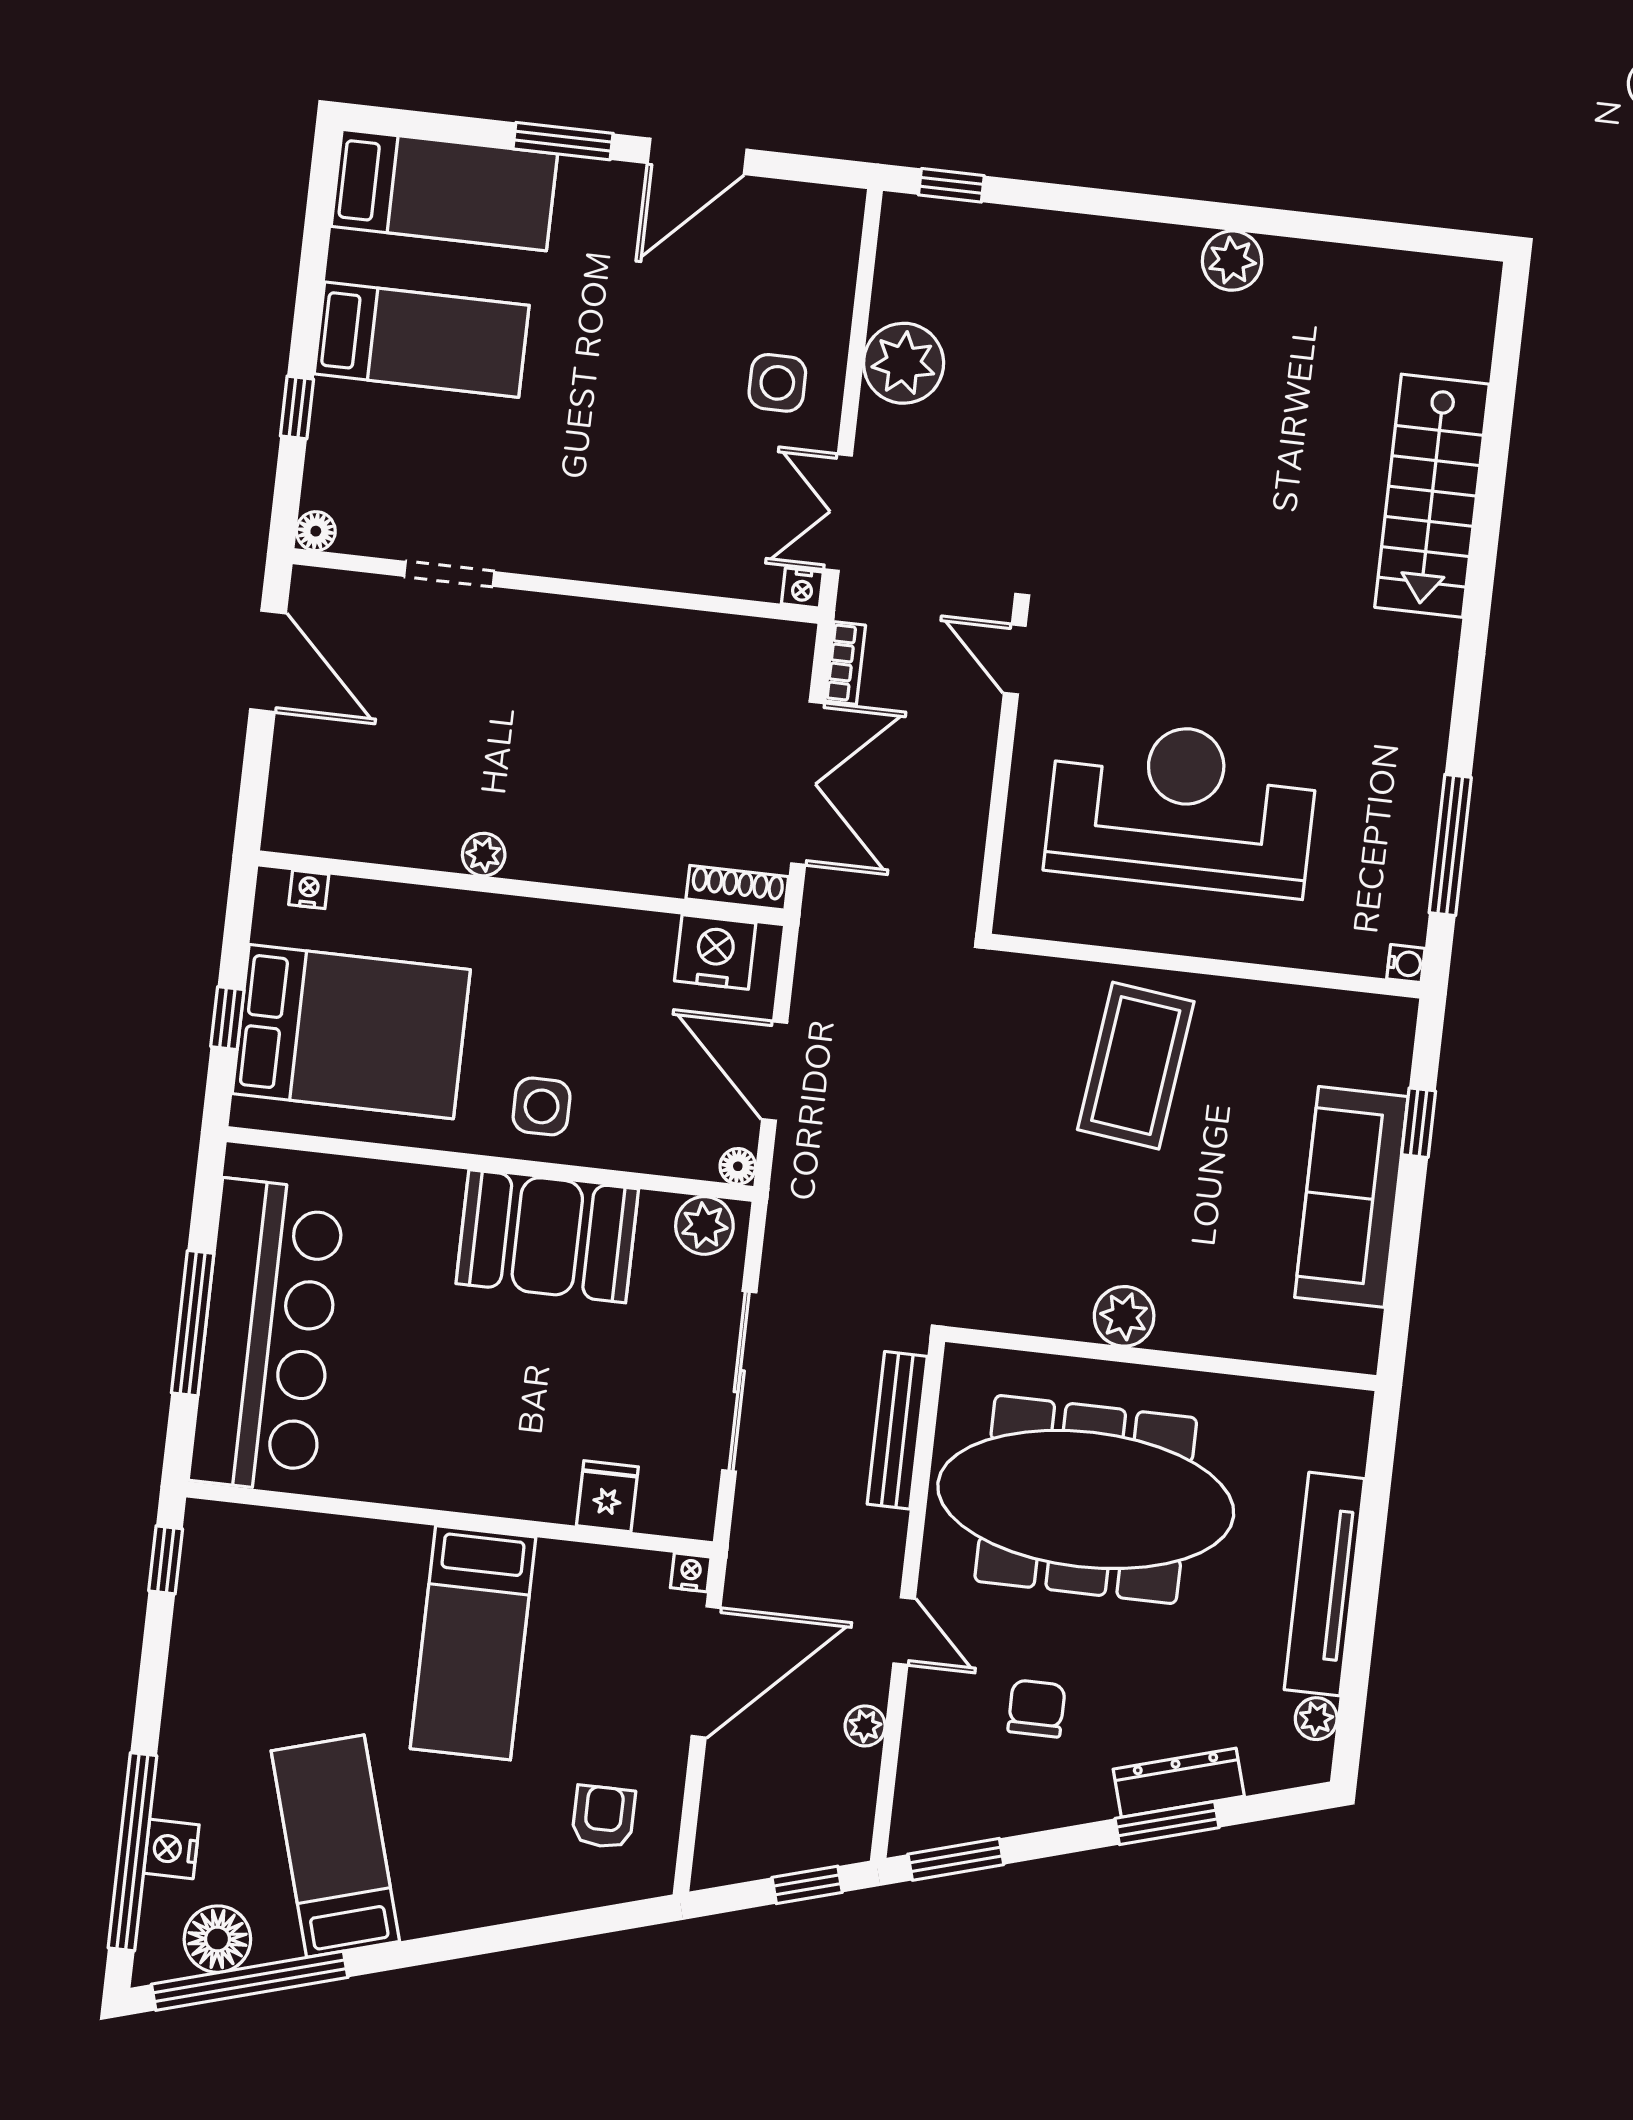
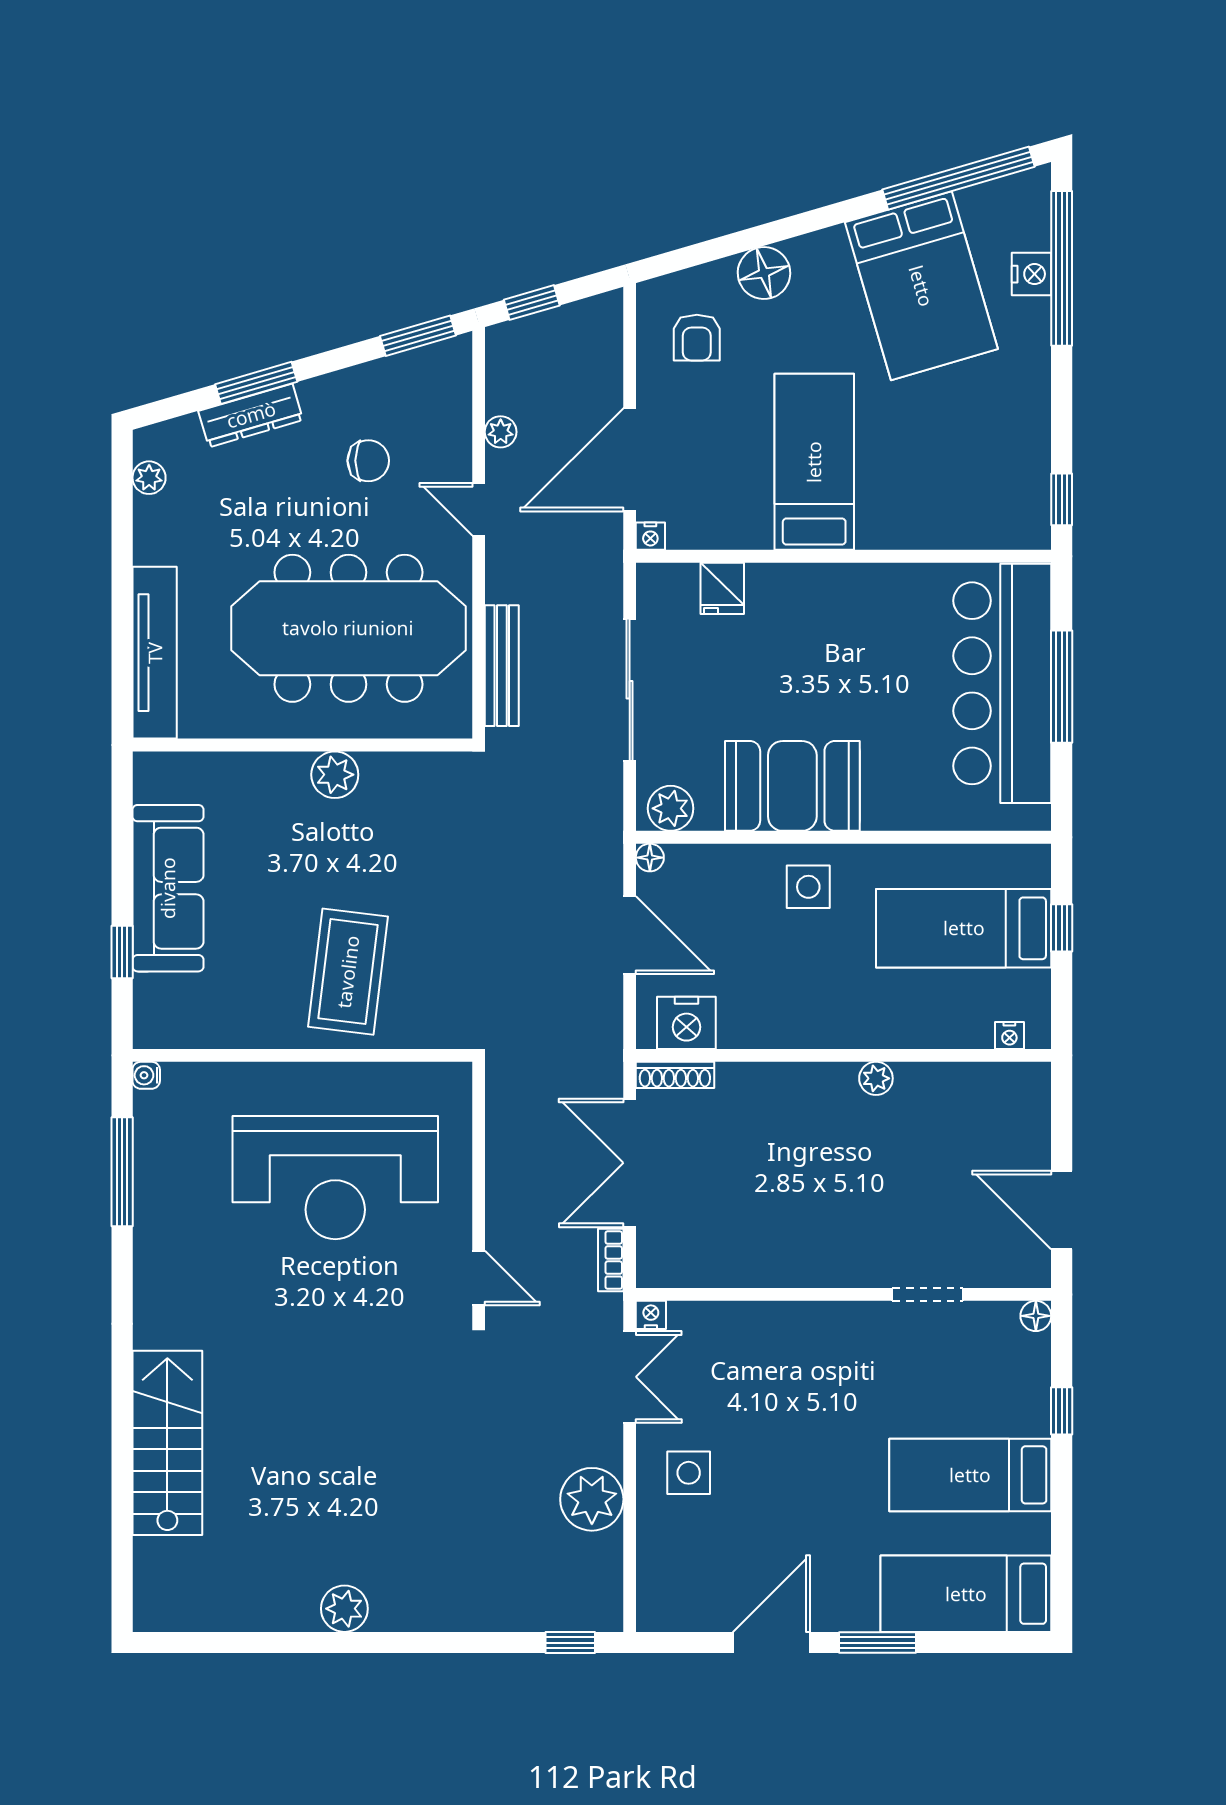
bed: (351, 1032) -> (964, 928), width x0.67
tv unit: (1324, 1584) -> (155, 653), moved
chair: (1036, 1708) -> (368, 461), turned -90
bed: (335, 1846) -> (921, 286), width x1.50
floor lamp: (217, 1939) -> (764, 273), moved

